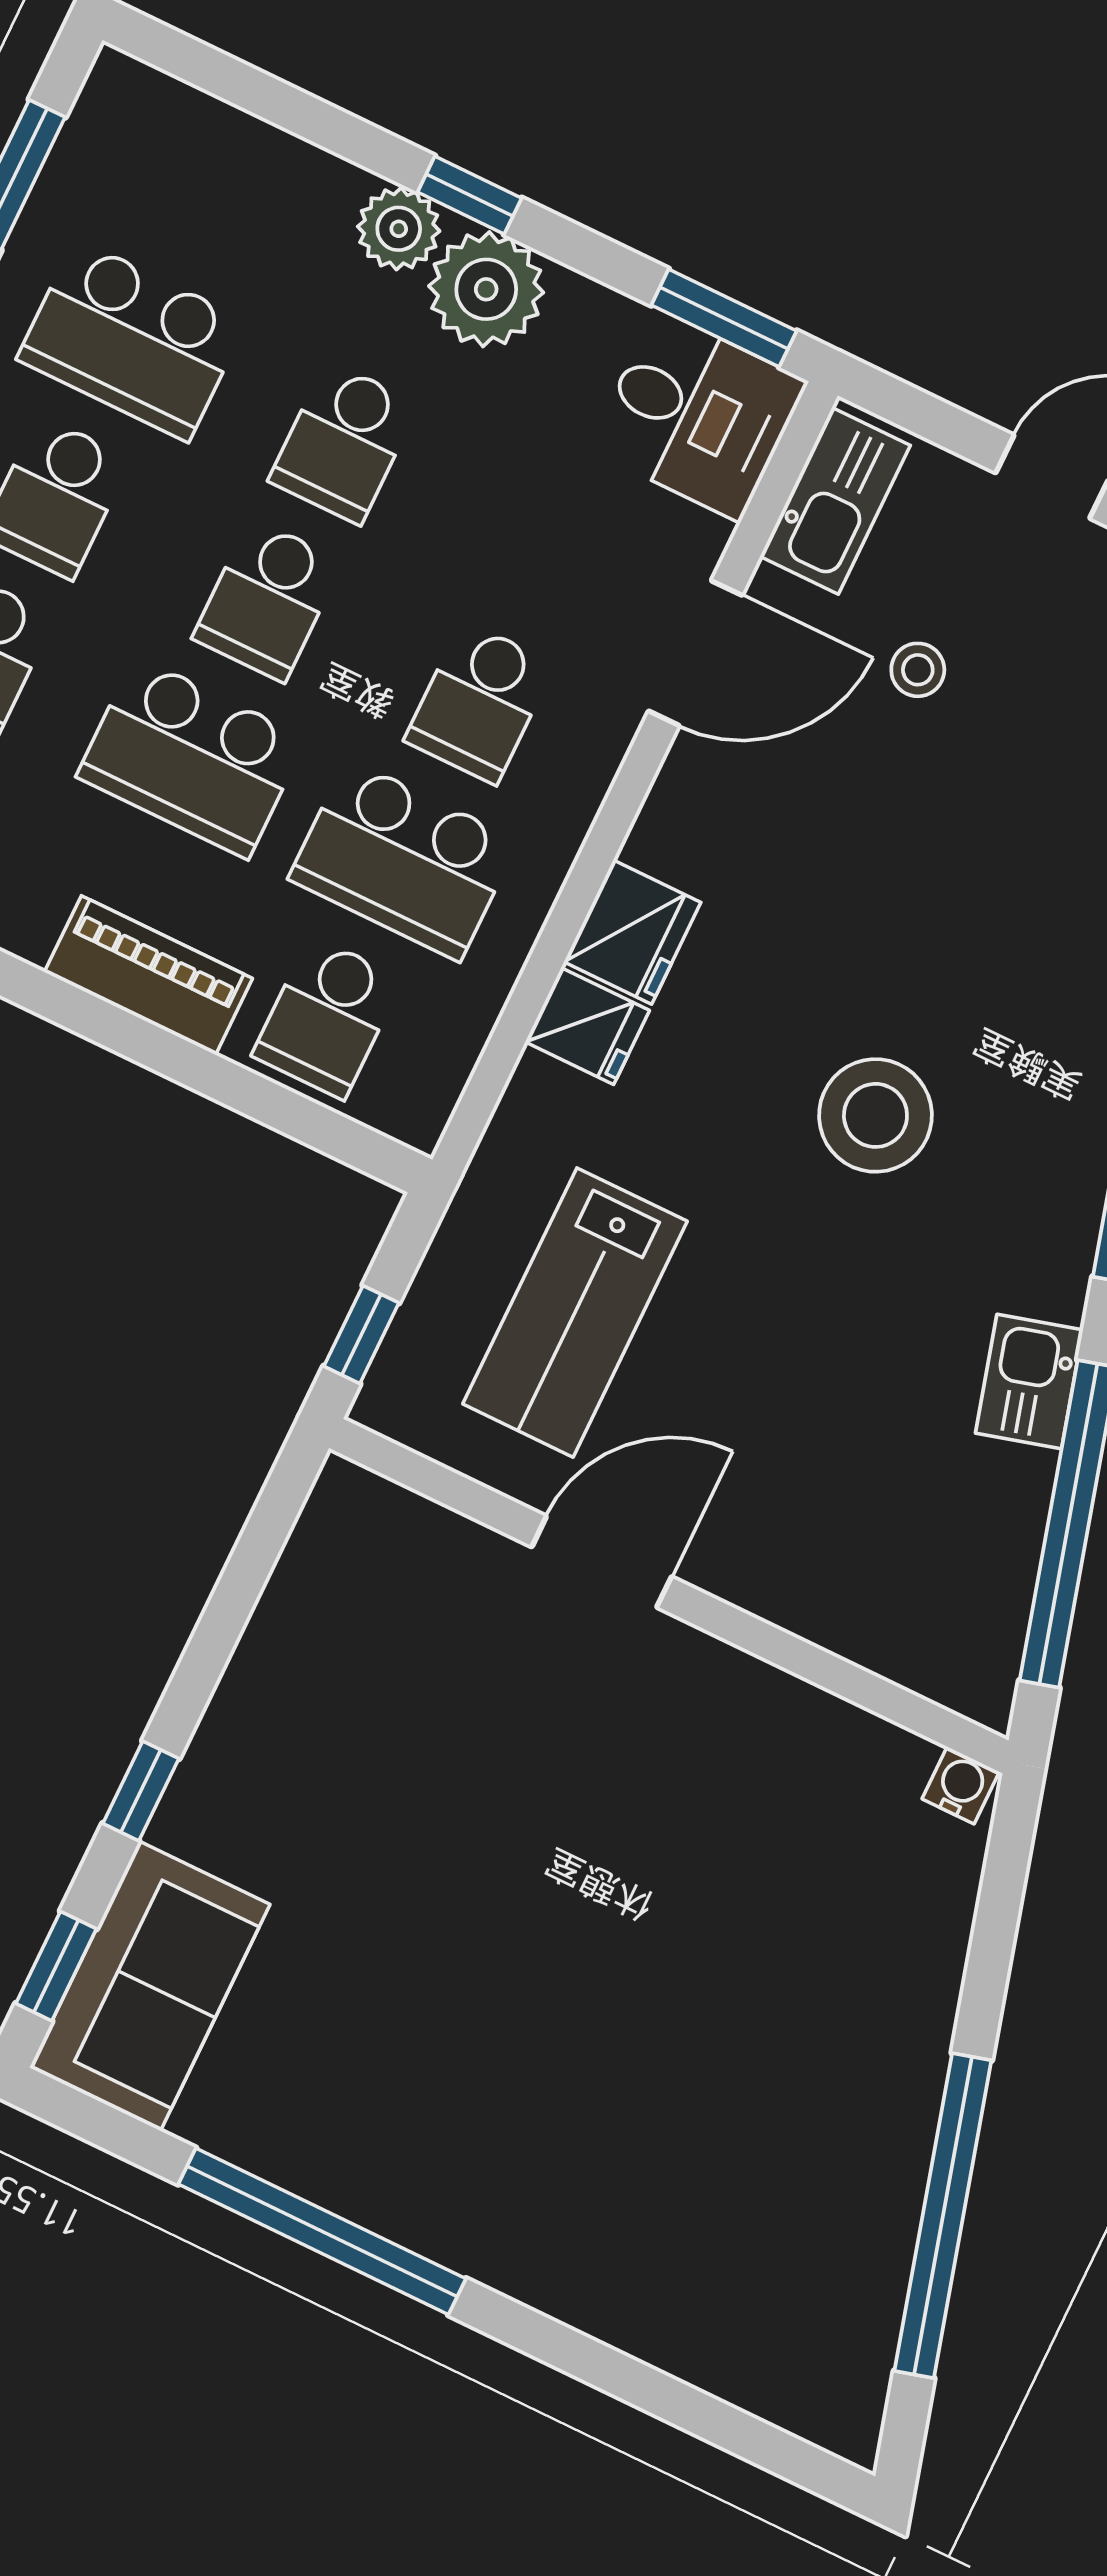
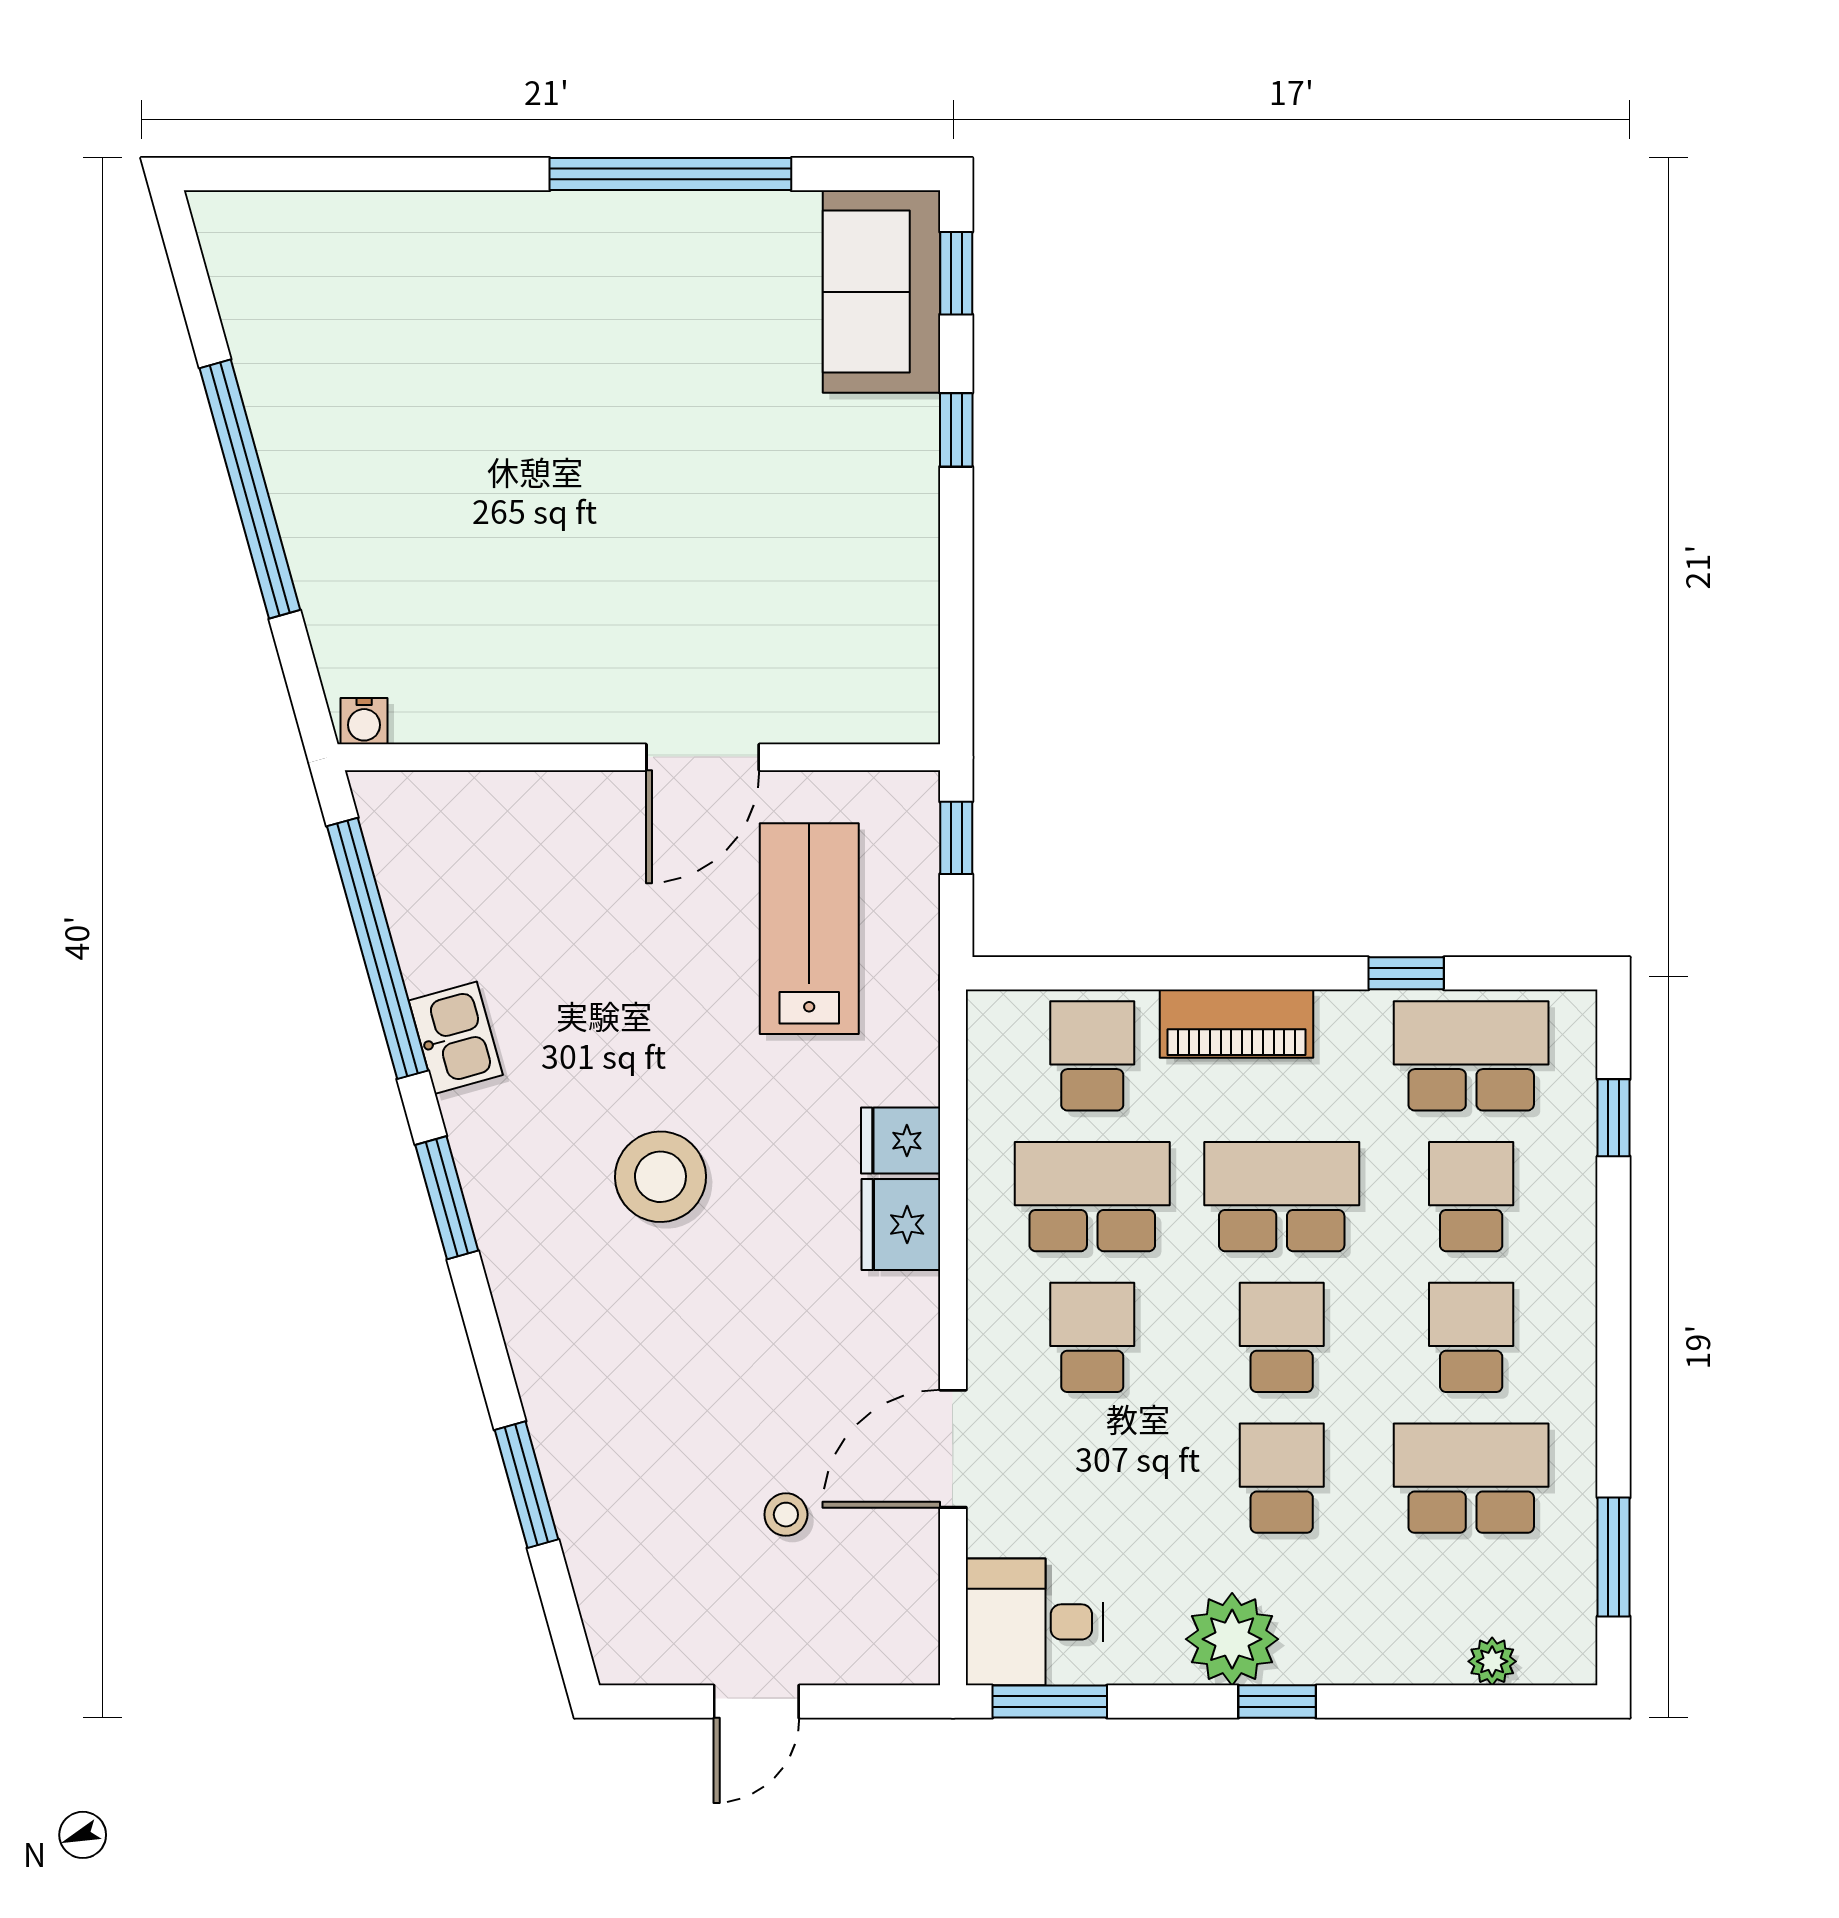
plant: (399, 229) -> (1492, 1661), moved, width x0.73, depth x0.73
kitchen sink: (835, 501) -> (905, 1608), removed
window: (943, 2216) -> (250, 489), moved

